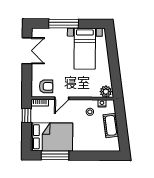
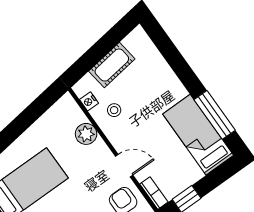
plant: (106, 92) -> (86, 134), moved
bed: (52, 137) -> (198, 135), width x0.67

